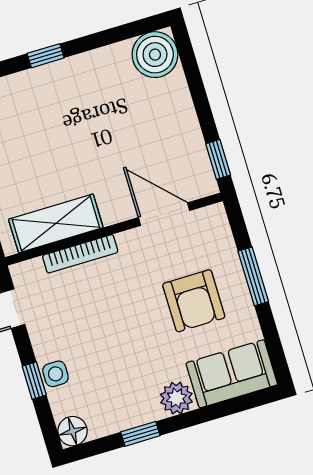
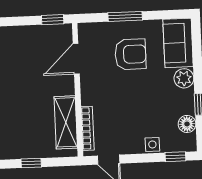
bookcase: (80, 254) -> (88, 128), moved
window: (34, 381) -> (175, 157), moved
floor lamp: (73, 431) -> (187, 124), moved

